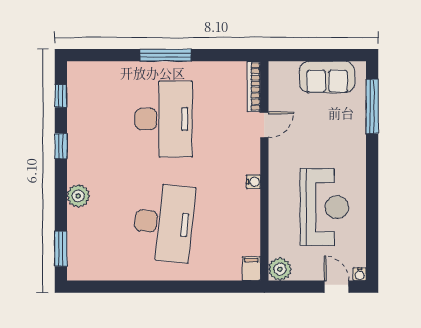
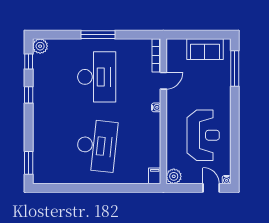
water cooler: (253, 182) -> (156, 107), moved
plant: (78, 196) -> (40, 46), moved

